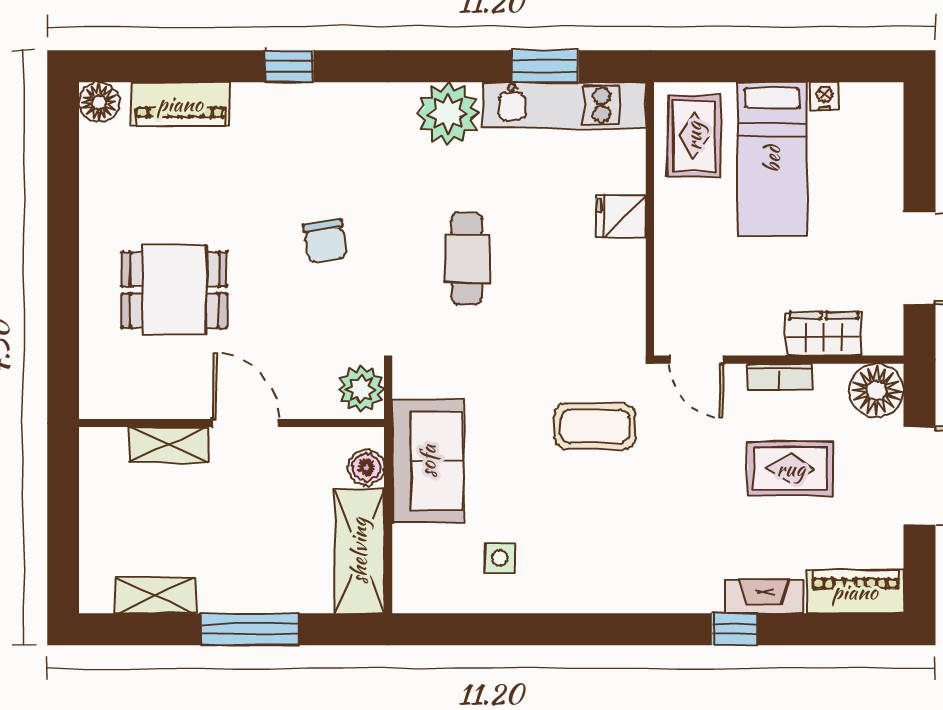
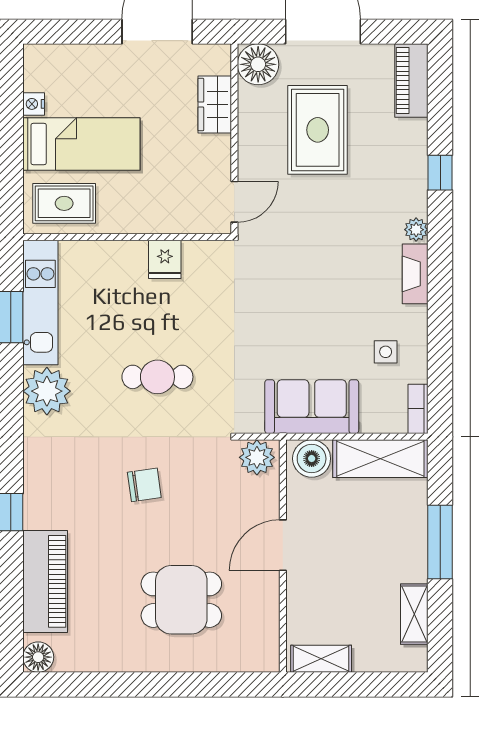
piano: (180, 104) -> (45, 581), width x1.37, depth x1.33
fridge: (621, 216) -> (165, 259), moved
dining table: (174, 290) -> (181, 600), turned 90
bookcase: (780, 377) -> (418, 409), moved, turned 180
coffee table: (595, 426) -> (285, 279), removed
shelving: (169, 445) -> (321, 659), moved, turned 90
boiler: (366, 467) -> (312, 459), width x1.36, depth x1.36
rug: (791, 469) -> (318, 130), width x1.36, depth x1.43
fireplace: (764, 596) -> (415, 274), moved
plant: (660, 598) -> (416, 230), added

